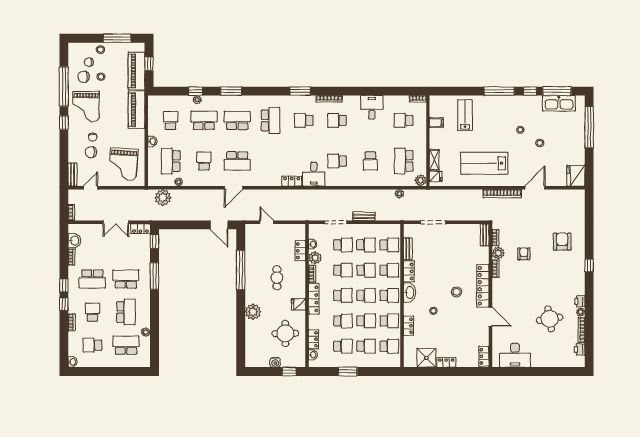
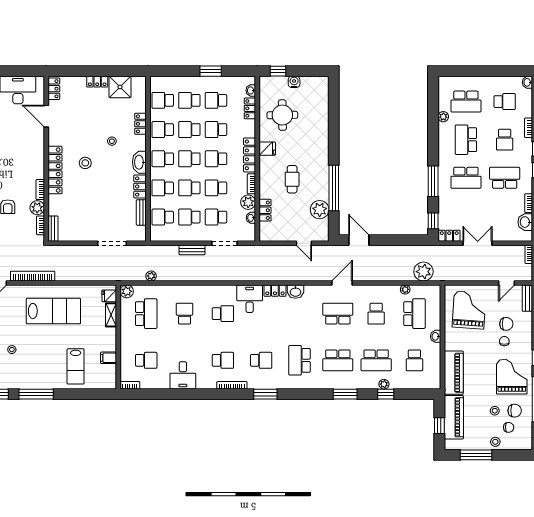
washbasin: (274, 180) -> (296, 292), added
plant: (253, 312) -> (320, 210), moved
door: (490, 317) -> (46, 116), moved

